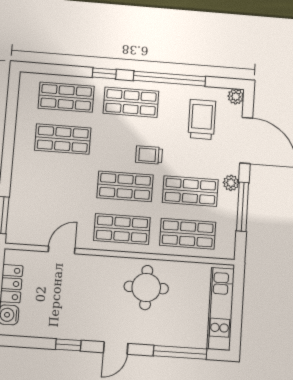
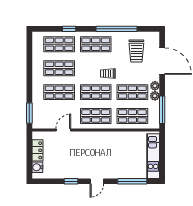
window: (104, 73) -> (69, 29), moved
plant: (236, 96) -> (155, 96), moved
trolley: (202, 119) -> (136, 51), turned 180
shop shelf: (59, 181) -> (59, 92), added
window: (243, 207) -> (162, 110), moved
round table: (146, 288) -> (111, 147), removed

